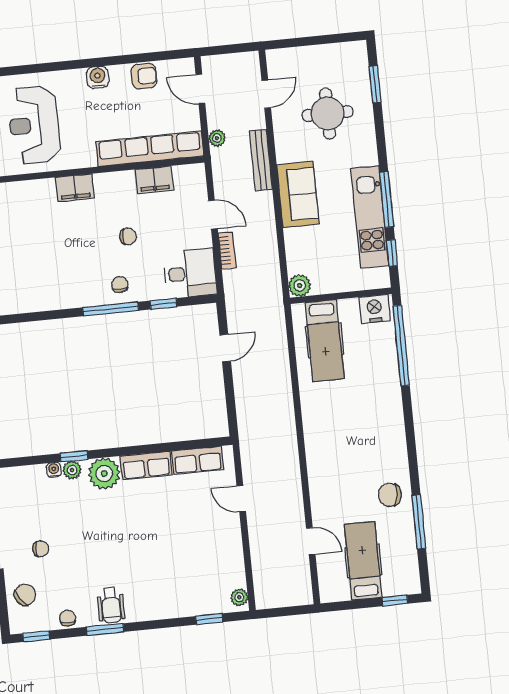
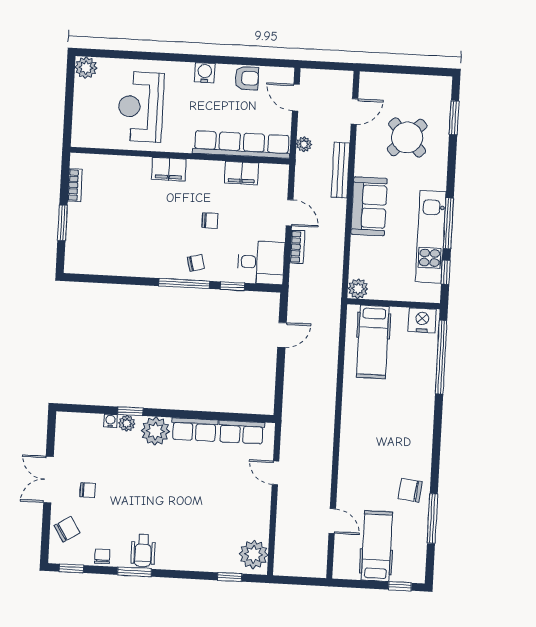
round table: (328, 113) -> (407, 137), turned 45
chair: (120, 285) -> (196, 263), turned 75
plant: (239, 597) -> (254, 554), width x1.88, depth x1.88

